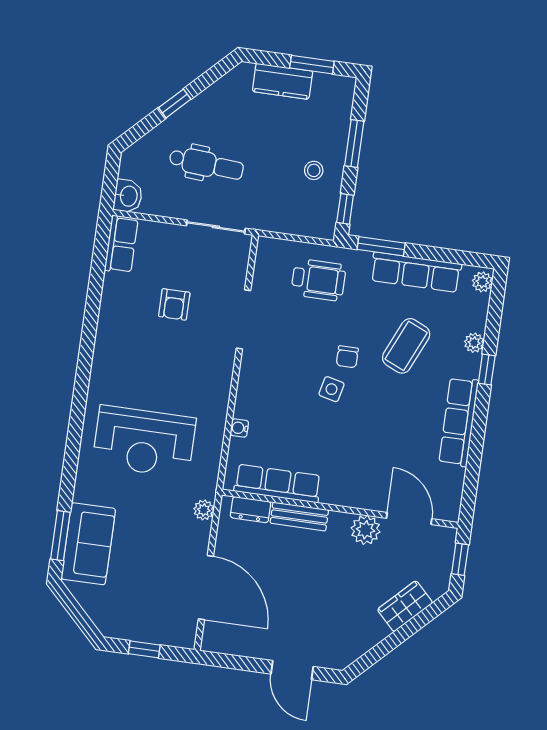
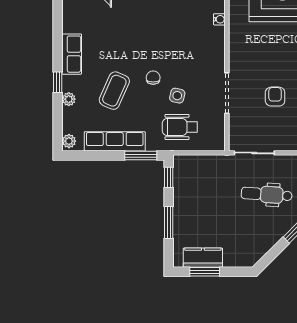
kitchen counter: (282, 81) -> (203, 258), moved
stool: (314, 170) -> (193, 200), removed
side table: (331, 389) -> (177, 96), moved
row of seats: (459, 422) -> (72, 54), width x0.68

